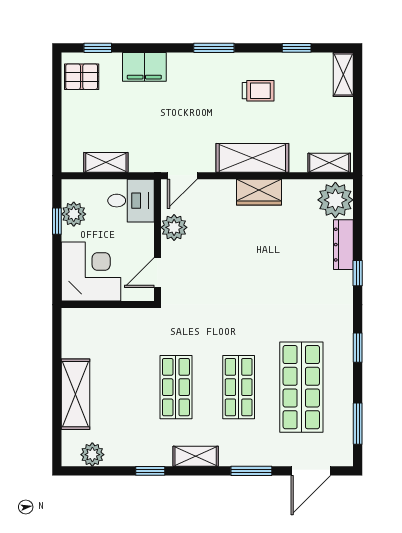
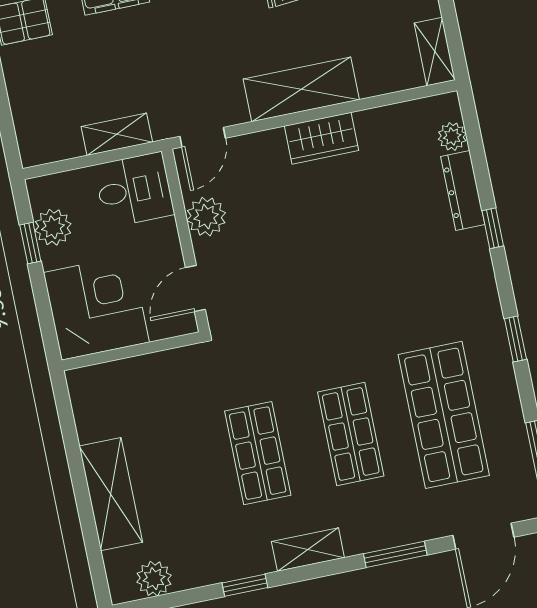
shelving: (106, 162) -> (117, 134), moved
shelving: (329, 163) -> (435, 52), moved, turned 90
plant: (335, 200) -> (452, 136), width x0.53, depth x0.53

